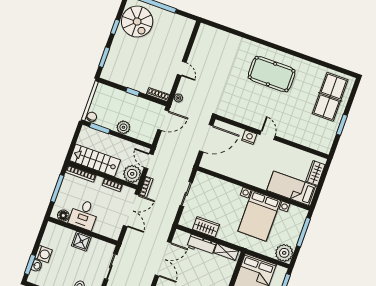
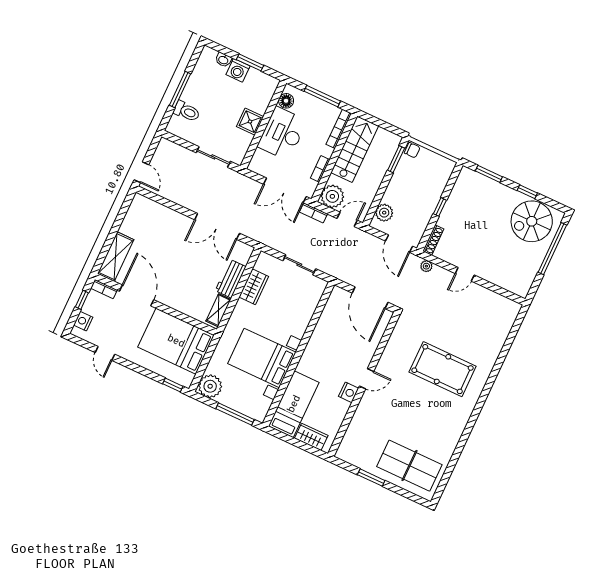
pool table: (272, 74) -> (443, 369), moved, turned 90
plant: (123, 127) -> (384, 213), moved
nightstand: (249, 137) -> (349, 392), moved
desk: (84, 215) -> (282, 134), width x1.37
window: (30, 265) -> (250, 62), moved

